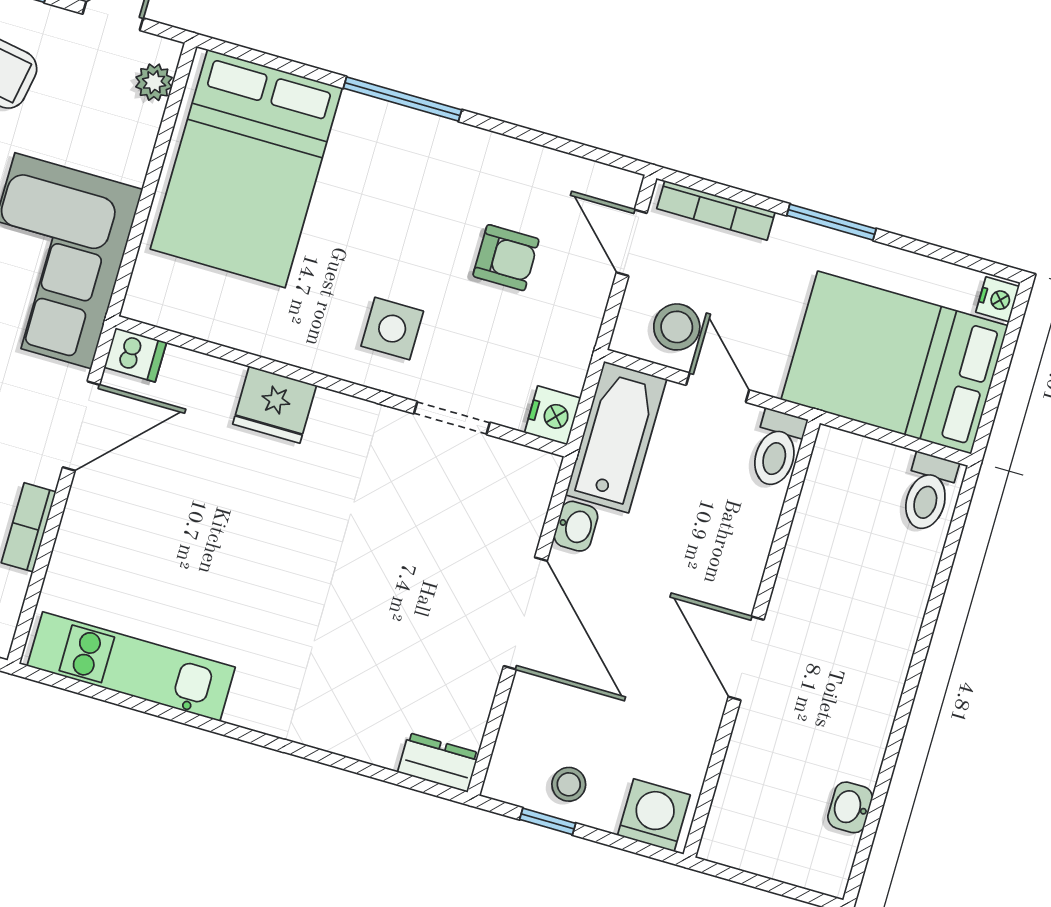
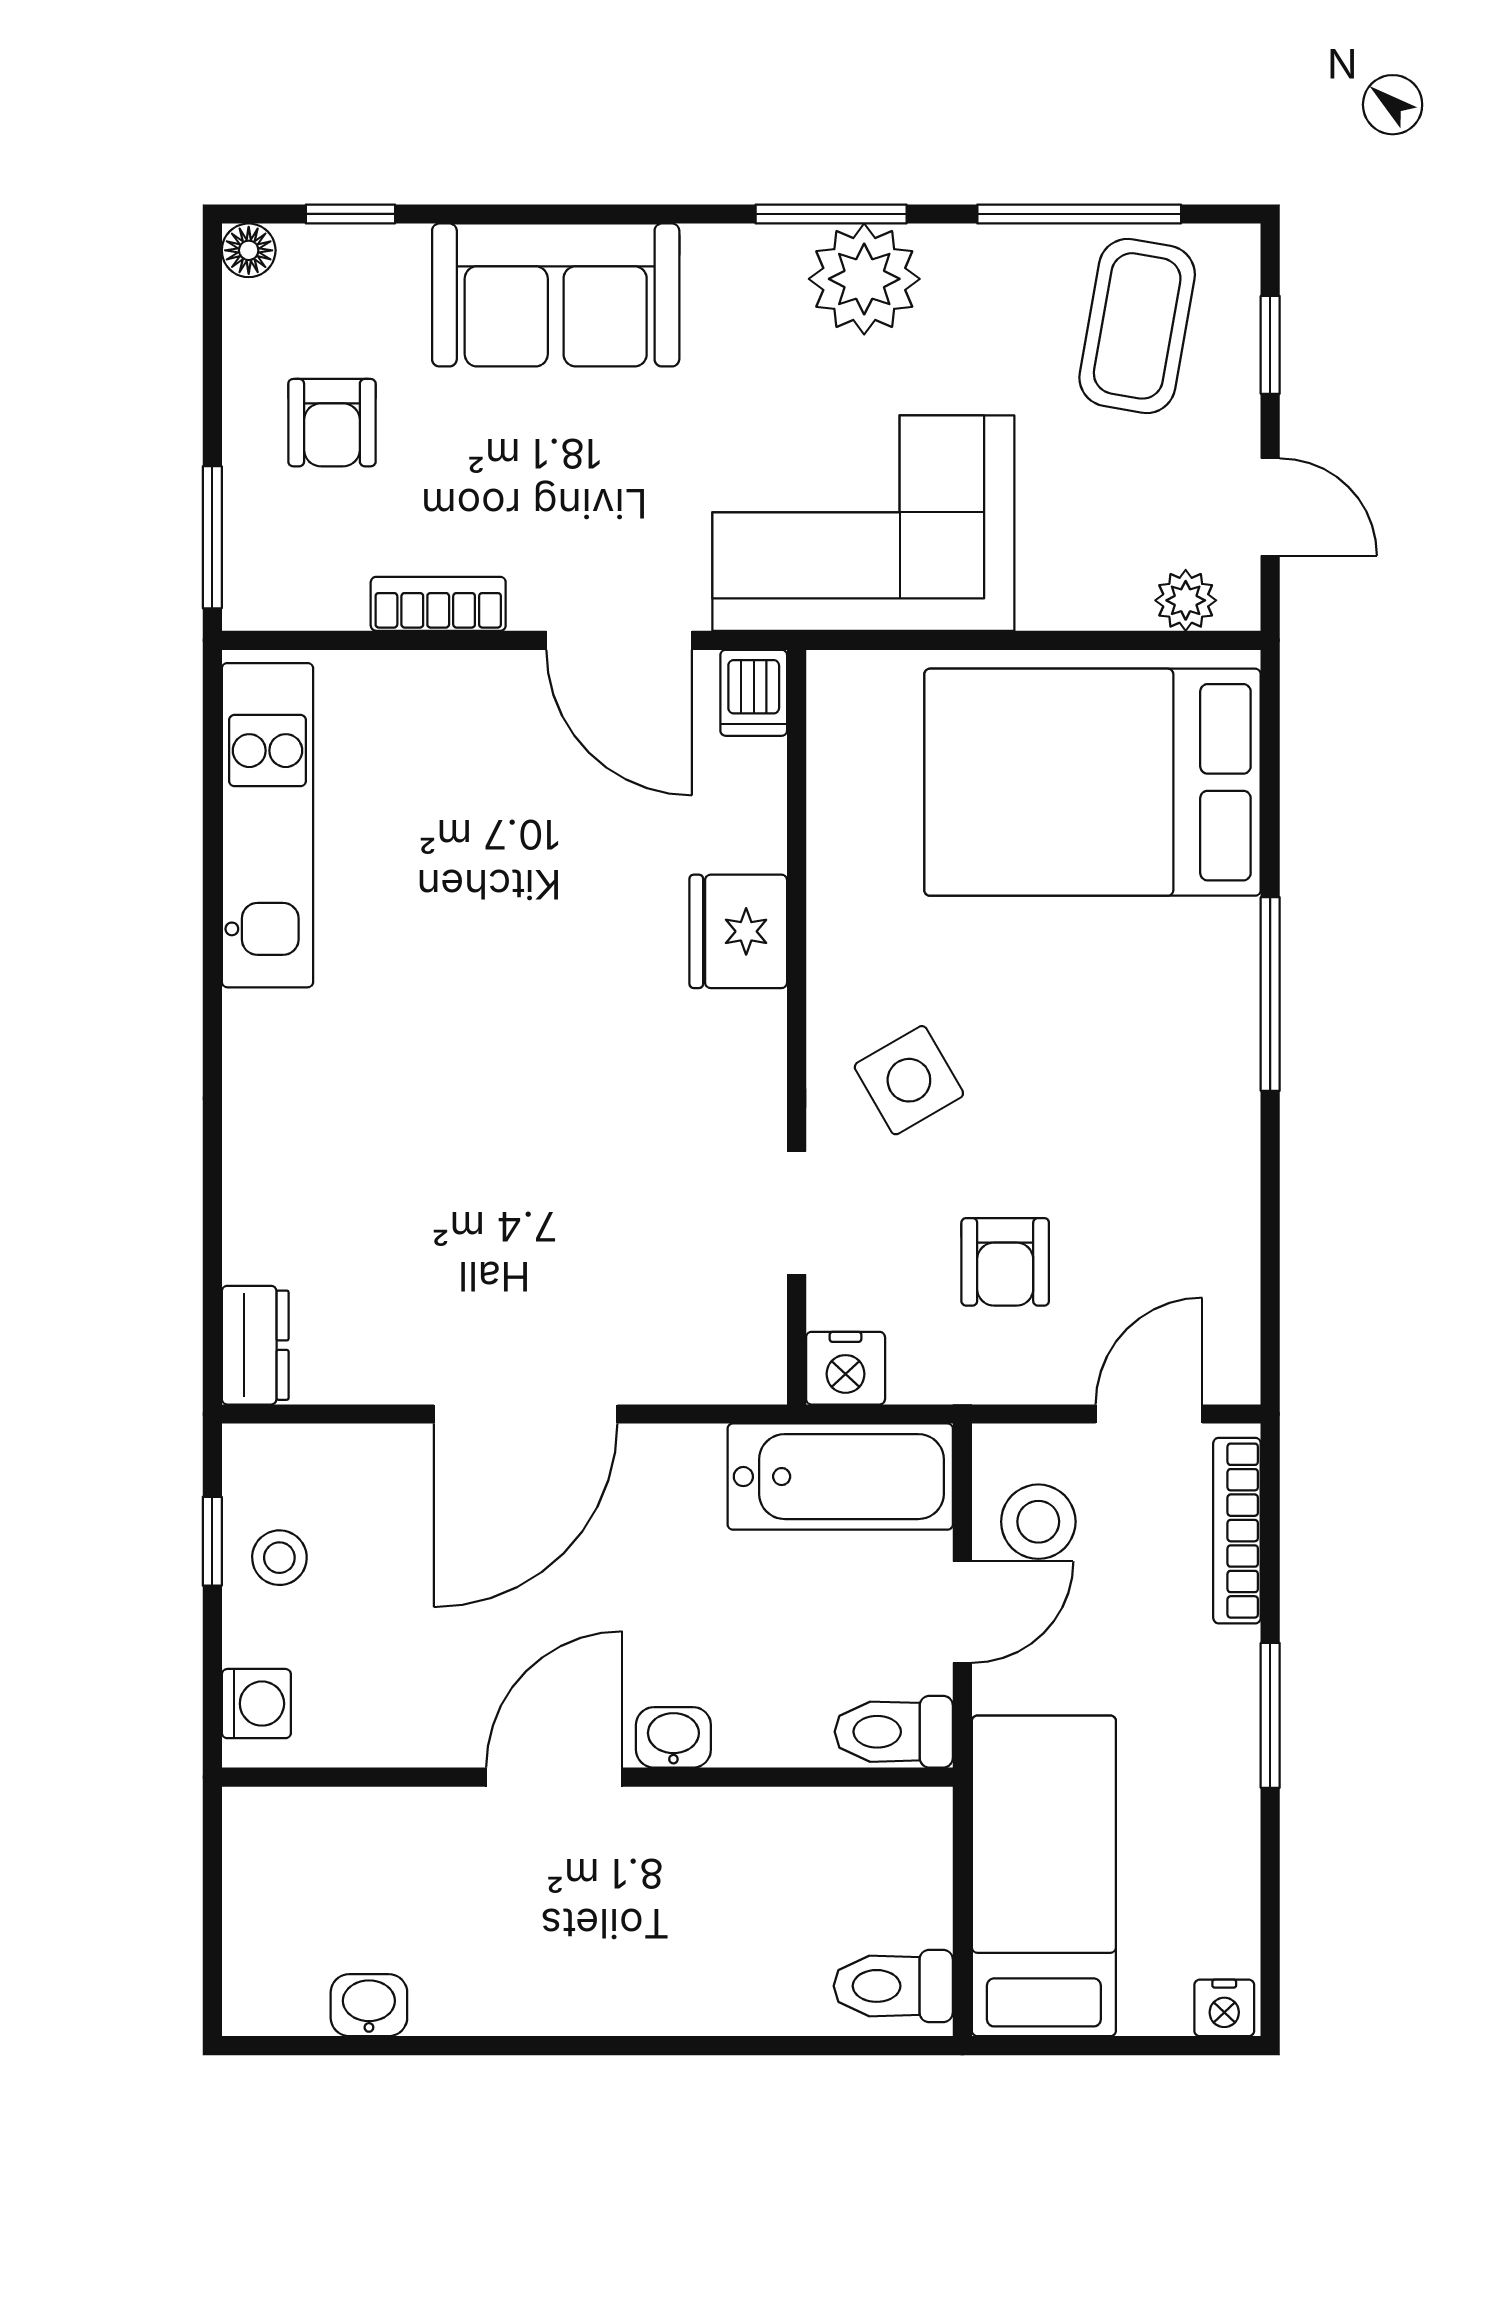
armchair: (506, 258) -> (1005, 1262), moved
side table: (392, 329) -> (909, 1080), turned -30
bed: (894, 363) -> (1044, 1876), width x0.67
washbasin: (576, 526) -> (673, 1737), moved, turned 180
washing machine: (654, 815) -> (256, 1704), width x0.73, depth x0.73

